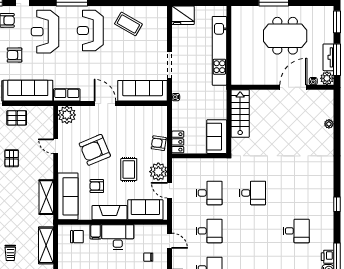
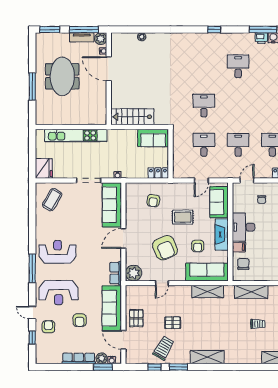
coffee table: (128, 24) -> (52, 200), moved
reception desk: (90, 31) -> (58, 252), turned 180
armchair: (159, 143) -> (153, 201), moved
plant: (158, 172) -> (185, 191), removed

